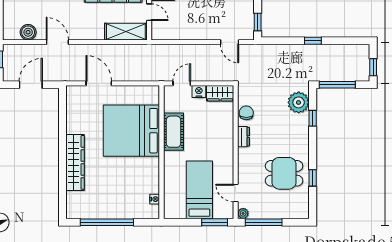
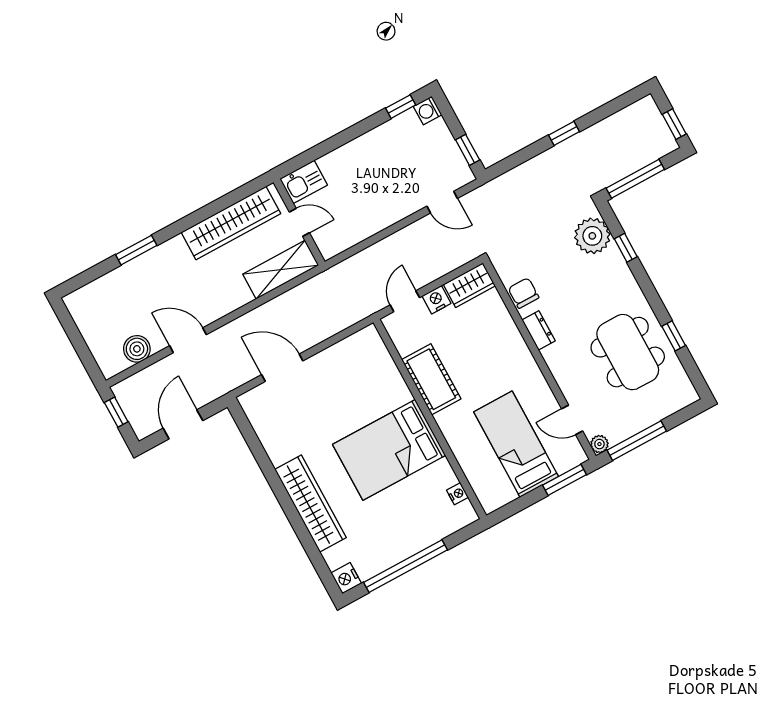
bed: (131, 131) -> (389, 450), moved, width x0.73
dining table: (284, 173) -> (628, 352), width x1.38
nightstand: (72, 212) -> (346, 578), added

